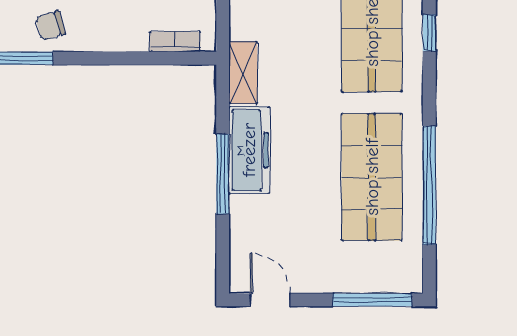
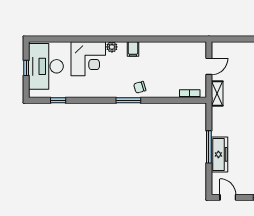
shelving: (243, 73) -> (217, 93), moved
freezer: (249, 150) -> (220, 154), moved

